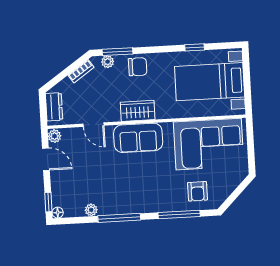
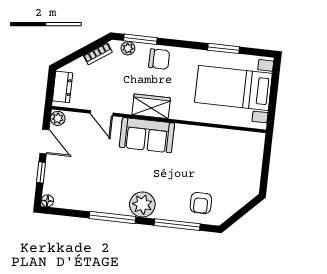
window: (195, 47) -> (224, 48), width x1.50
corner sofa: (209, 144) -> (221, 155), removed
window: (48, 202) -> (41, 172), moved
plant: (91, 210) -> (142, 204), moved, width x1.87, depth x1.87

